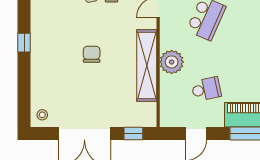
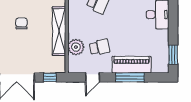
plant: (172, 62) -> (76, 47), moved

